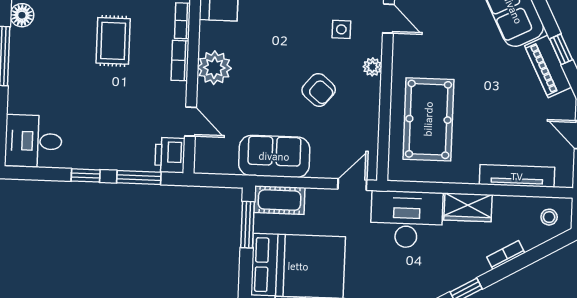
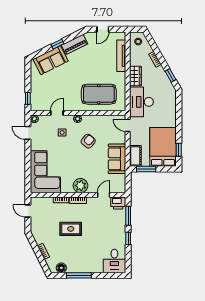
window: (561, 49) -> (57, 44), moved

